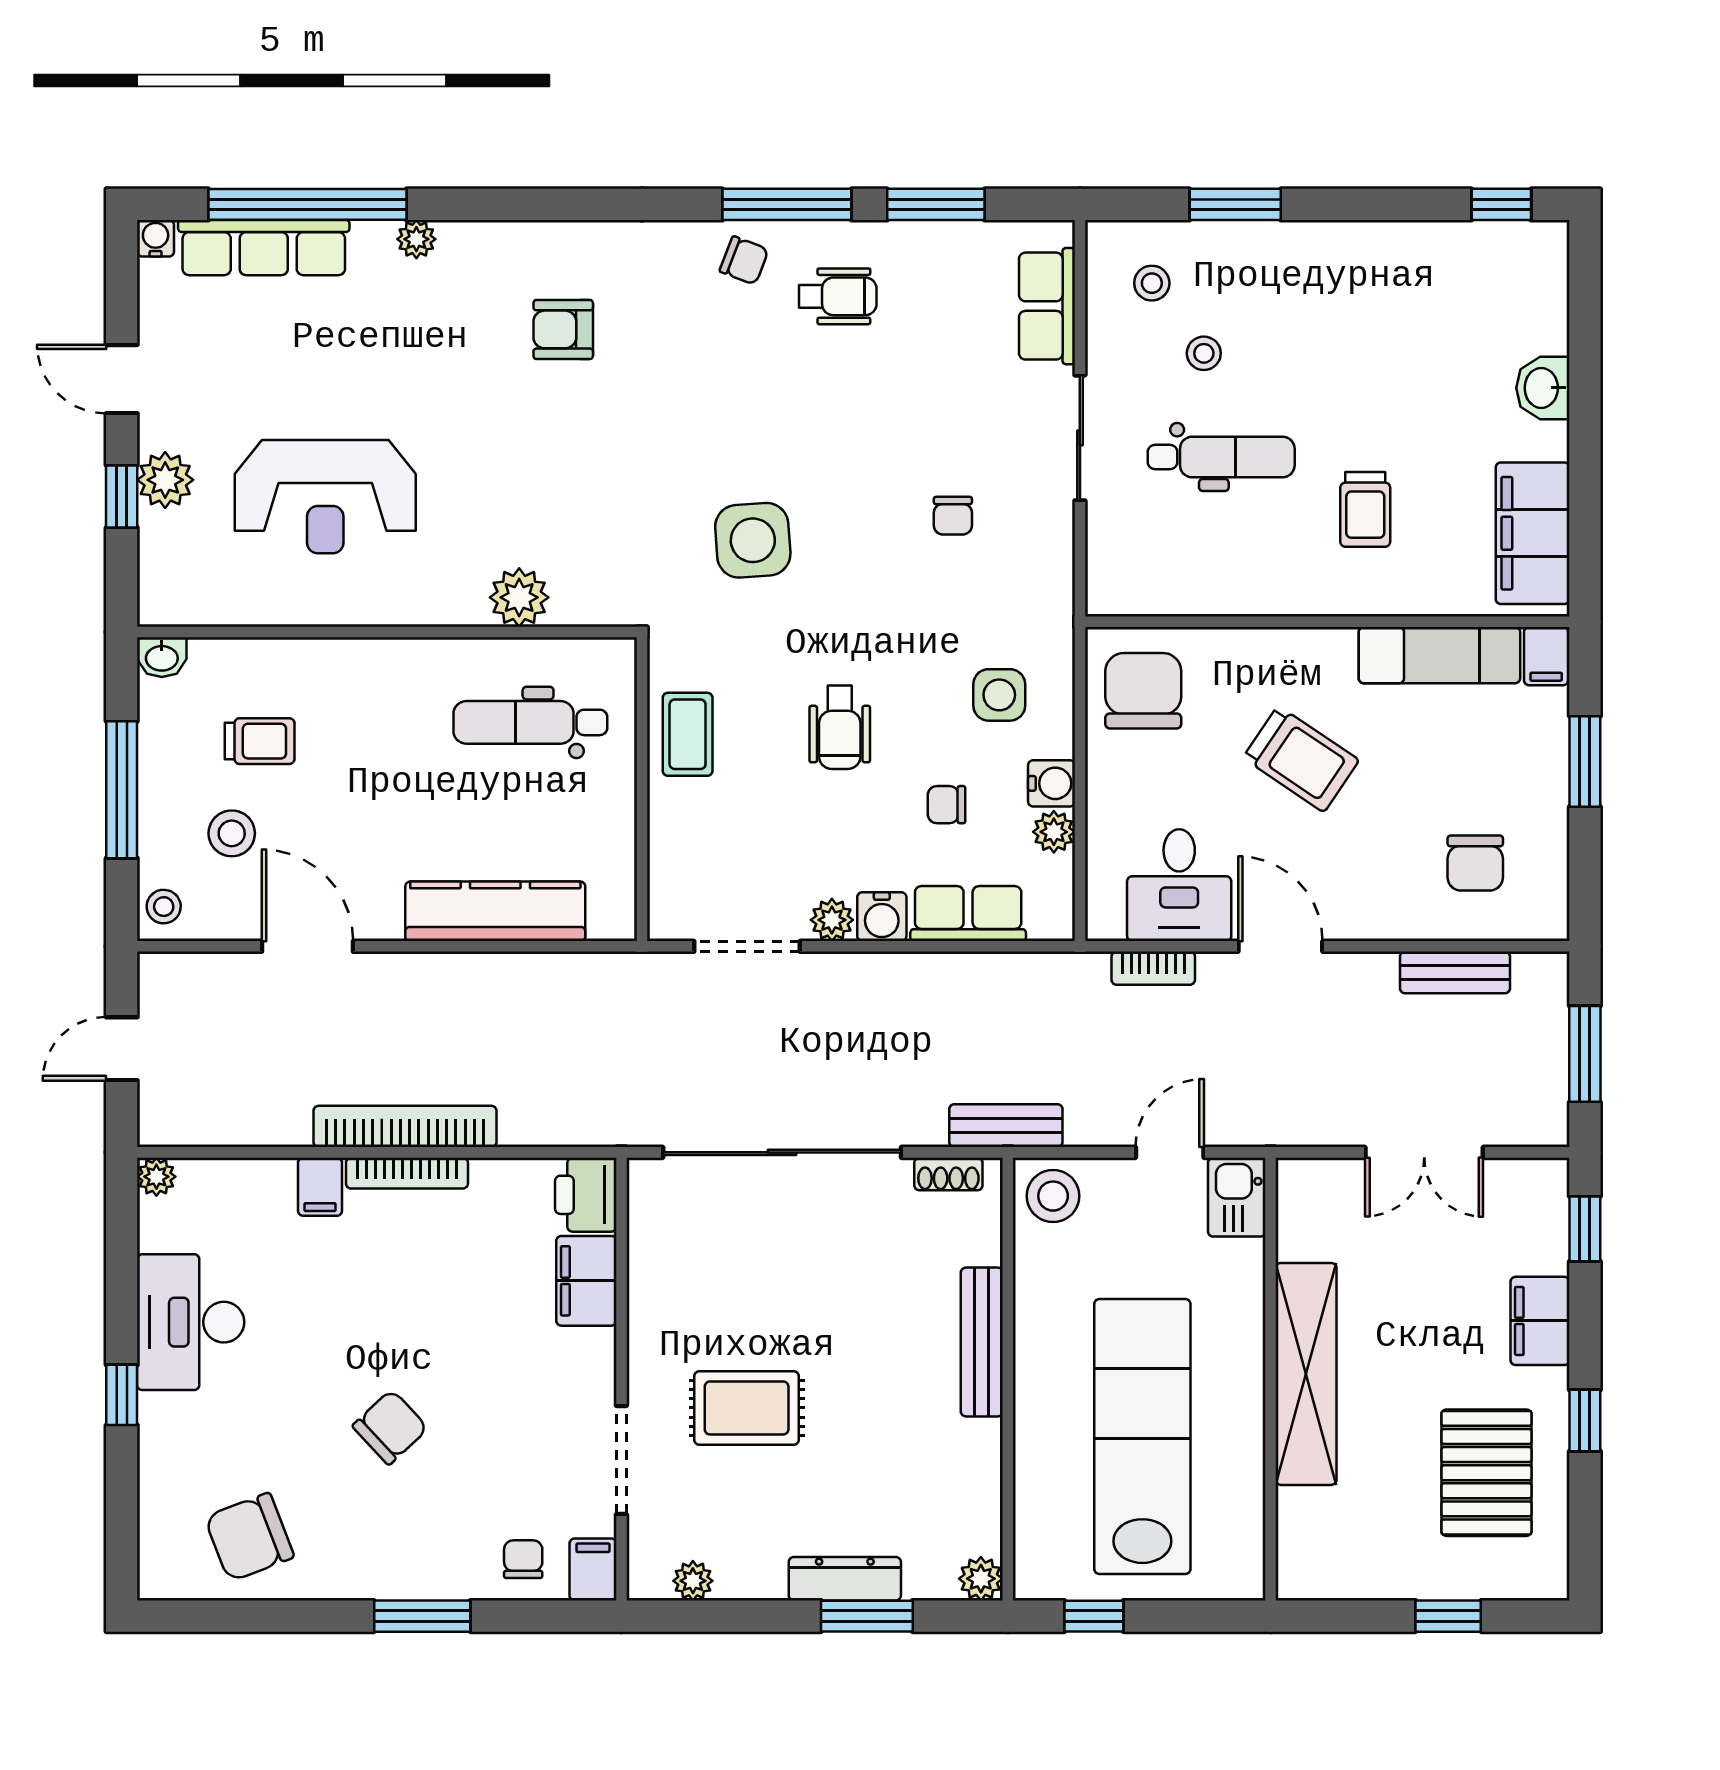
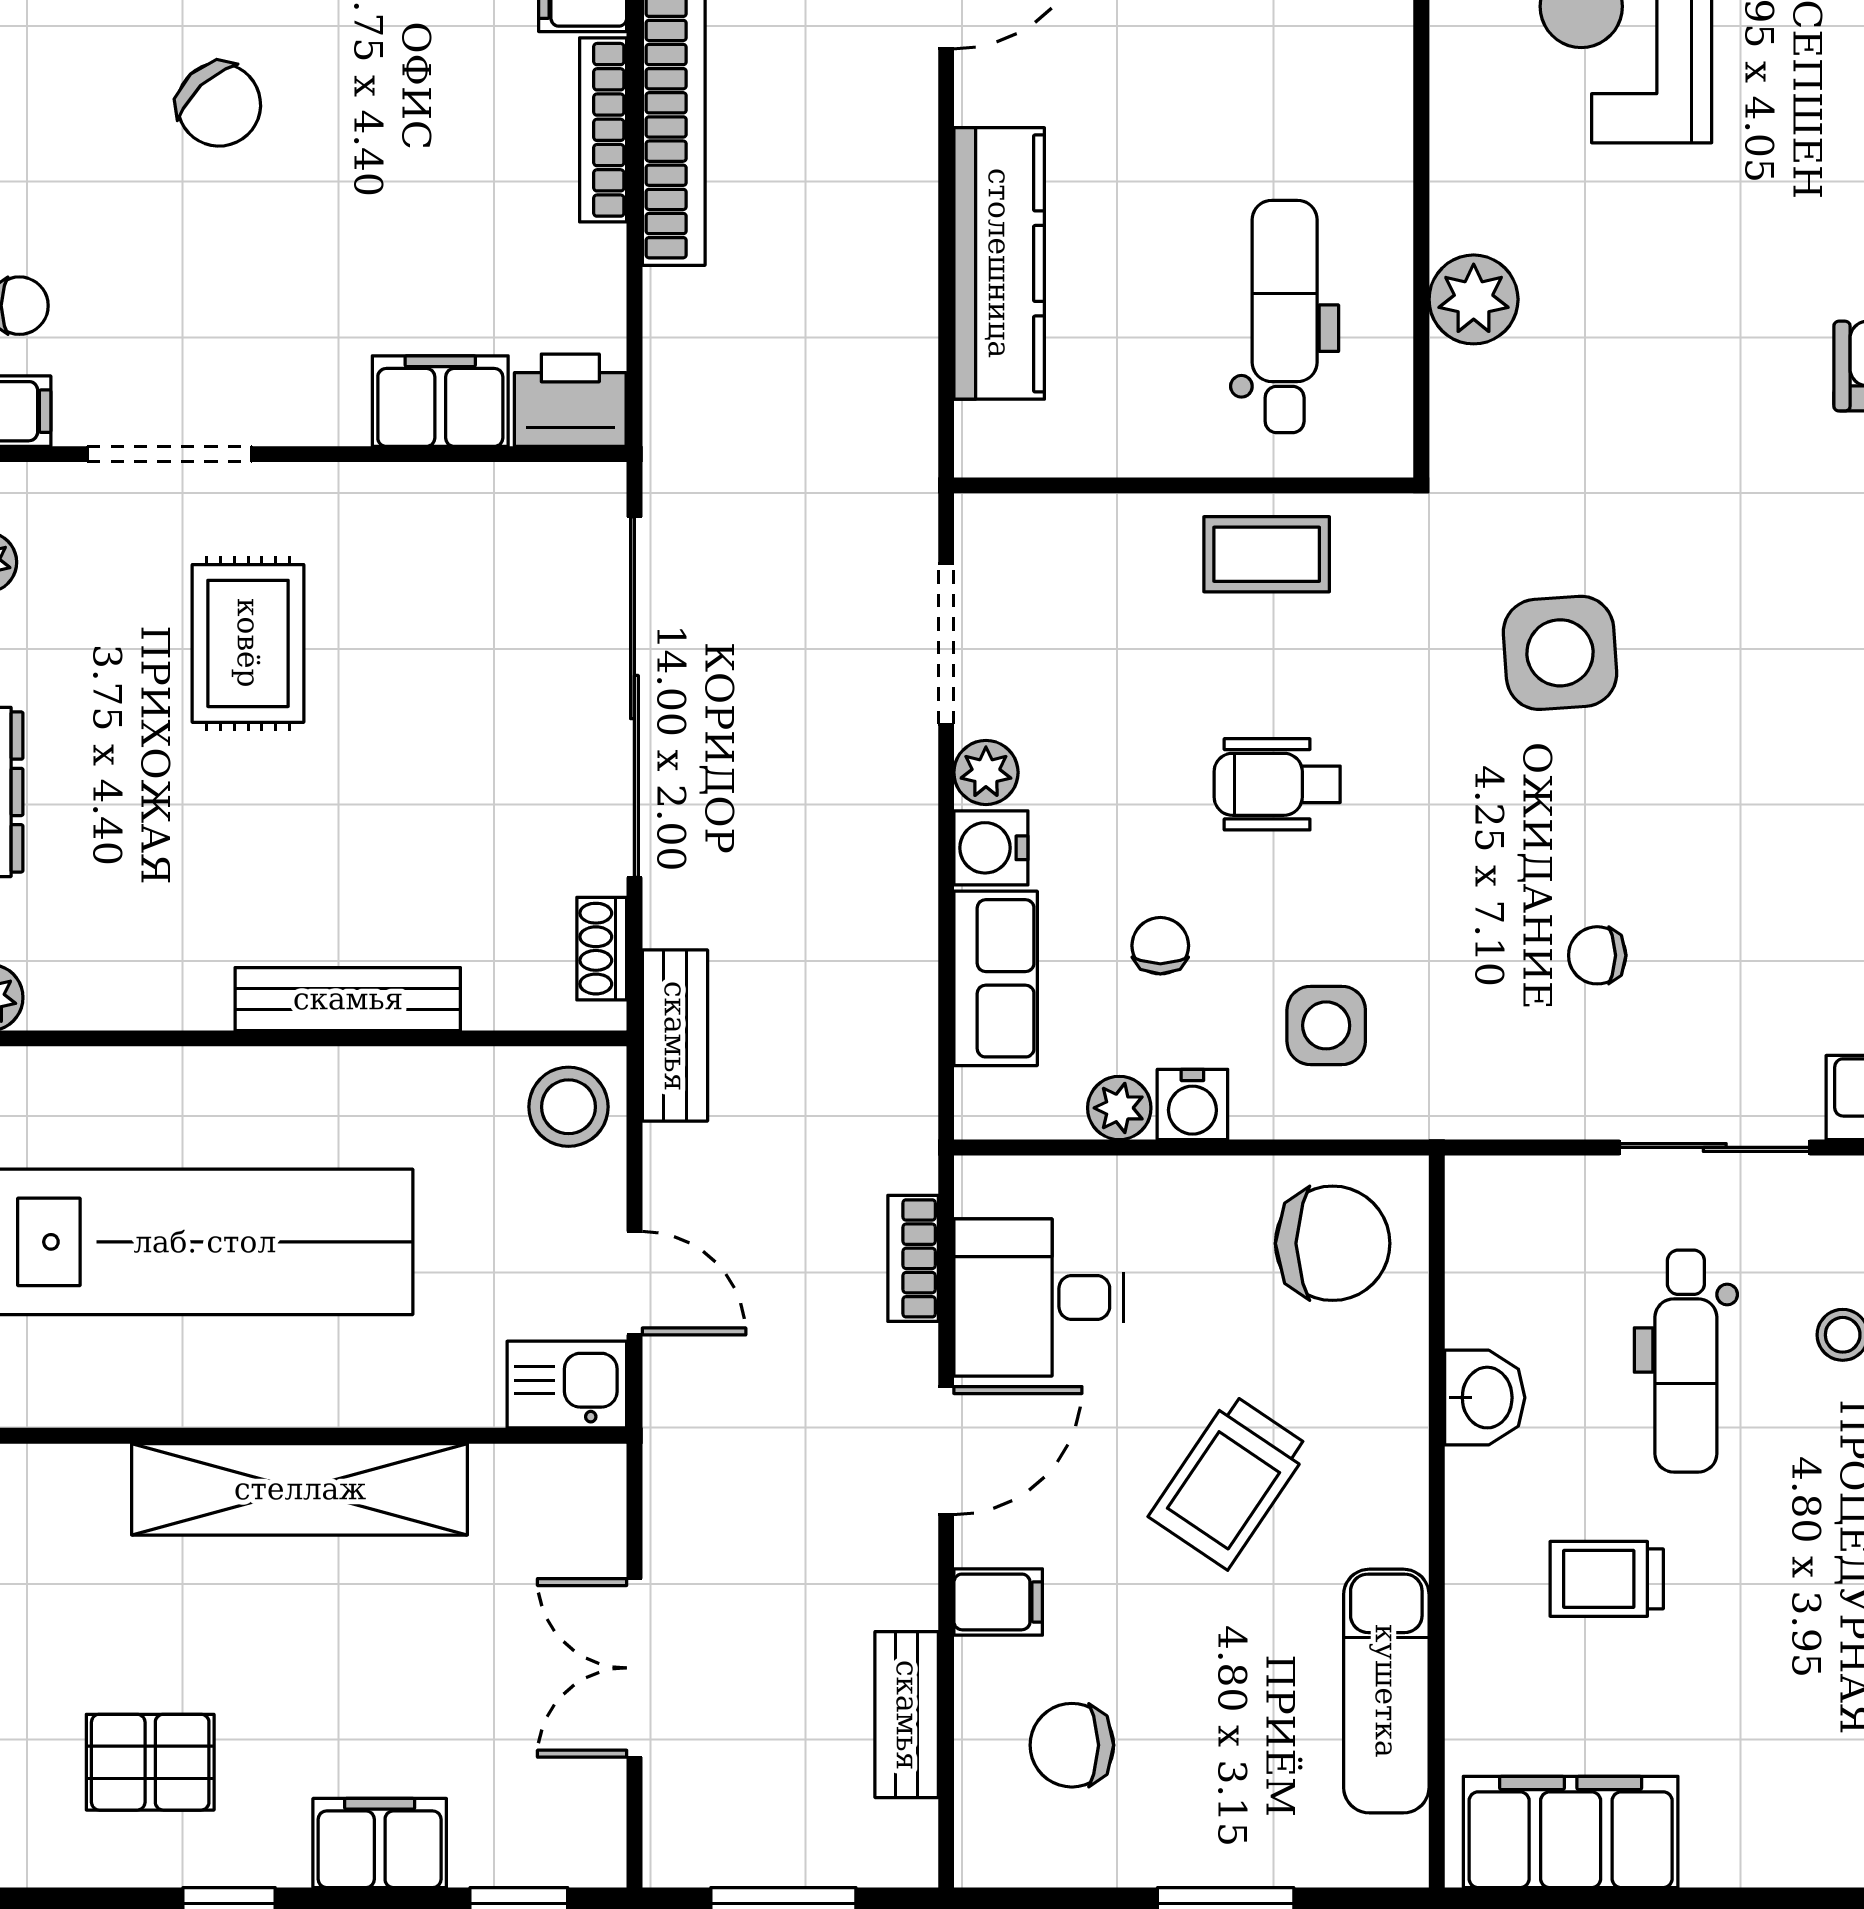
washbasin: (1543, 388) -> (1485, 1398), moved, turned 90
filing cabinet: (1546, 656) -> (998, 1602), moved, turned 180
pallet: (1486, 1473) -> (150, 1762), width x0.67, depth x0.71

